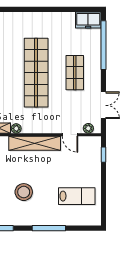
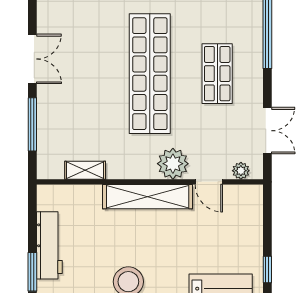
plant: (16, 128) -> (173, 164), moved, width x1.88, depth x1.88
window: (104, 155) -> (267, 269), moved

